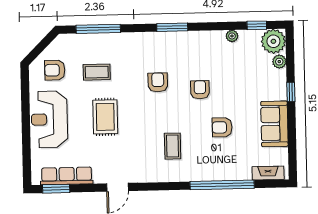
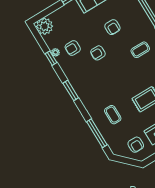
window: (257, 25) -> (51, 58), moved
plant: (279, 62) -> (54, 16), removed
coffee table: (97, 72) -> (113, 115), moved
armchair: (158, 82) -> (73, 48), moved

